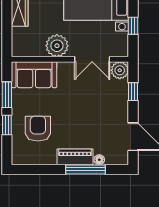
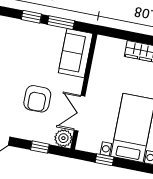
plant: (57, 46) -> (100, 81), removed
armchair: (38, 129) -> (37, 99), moved, turned 90

